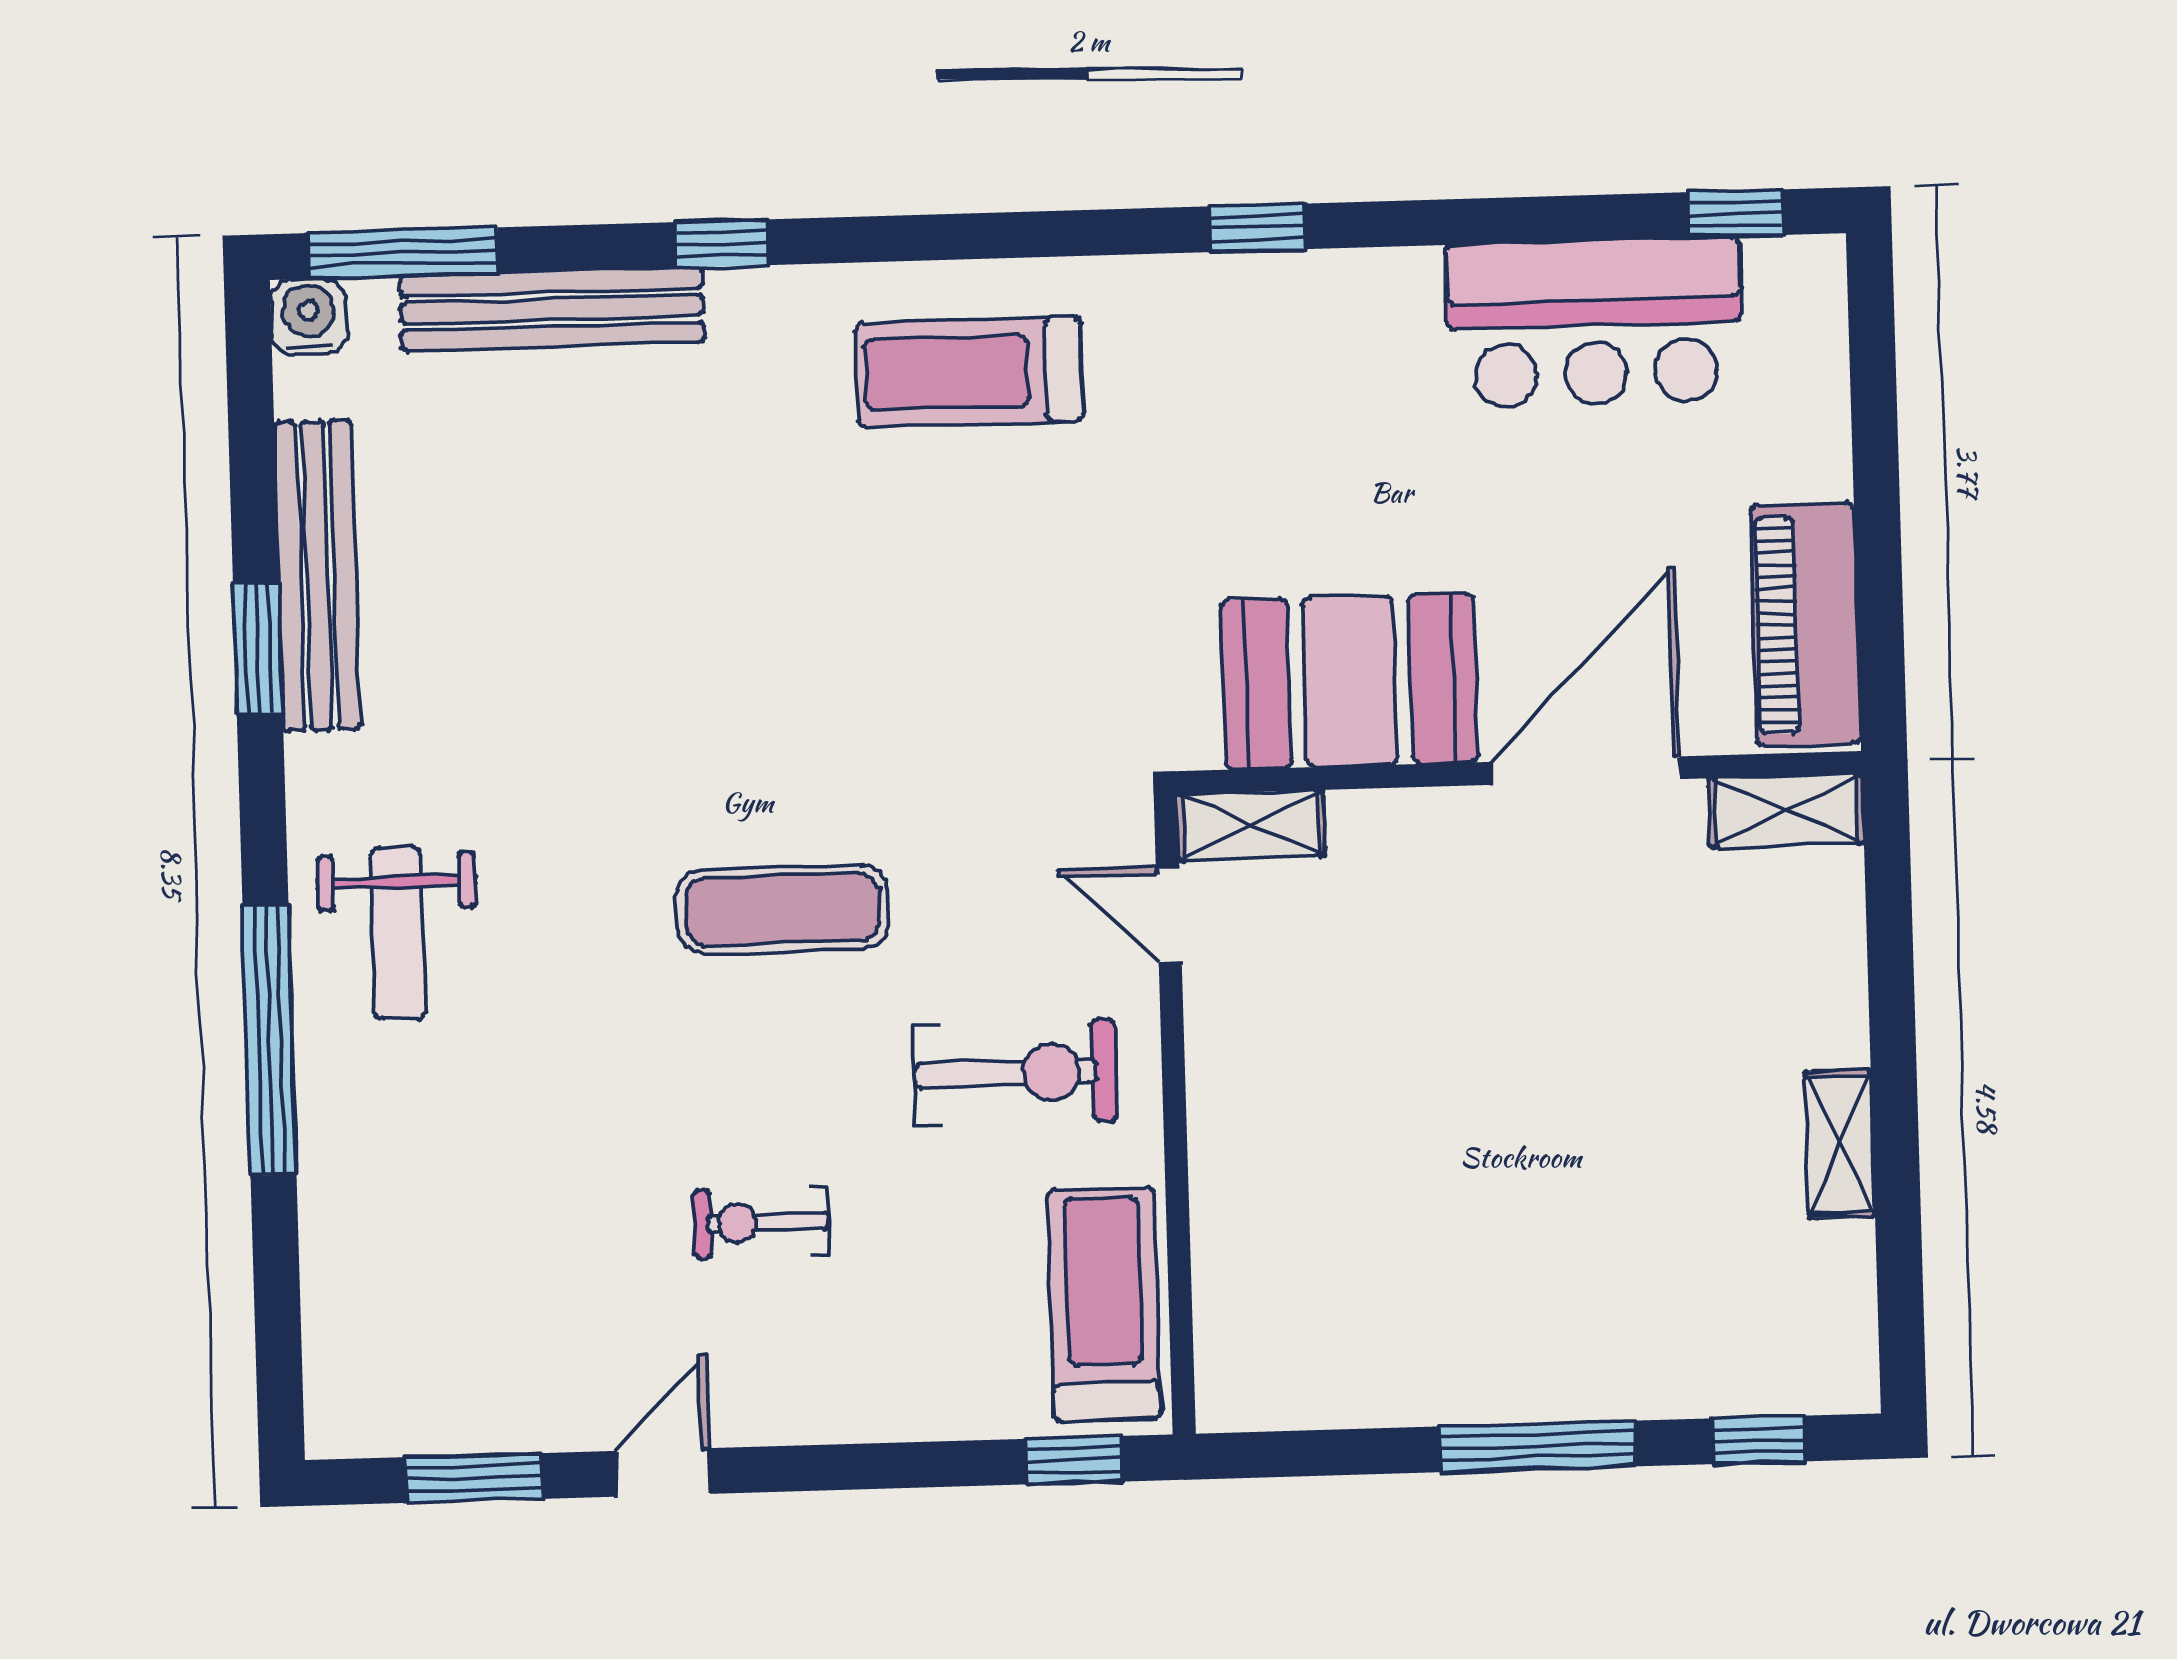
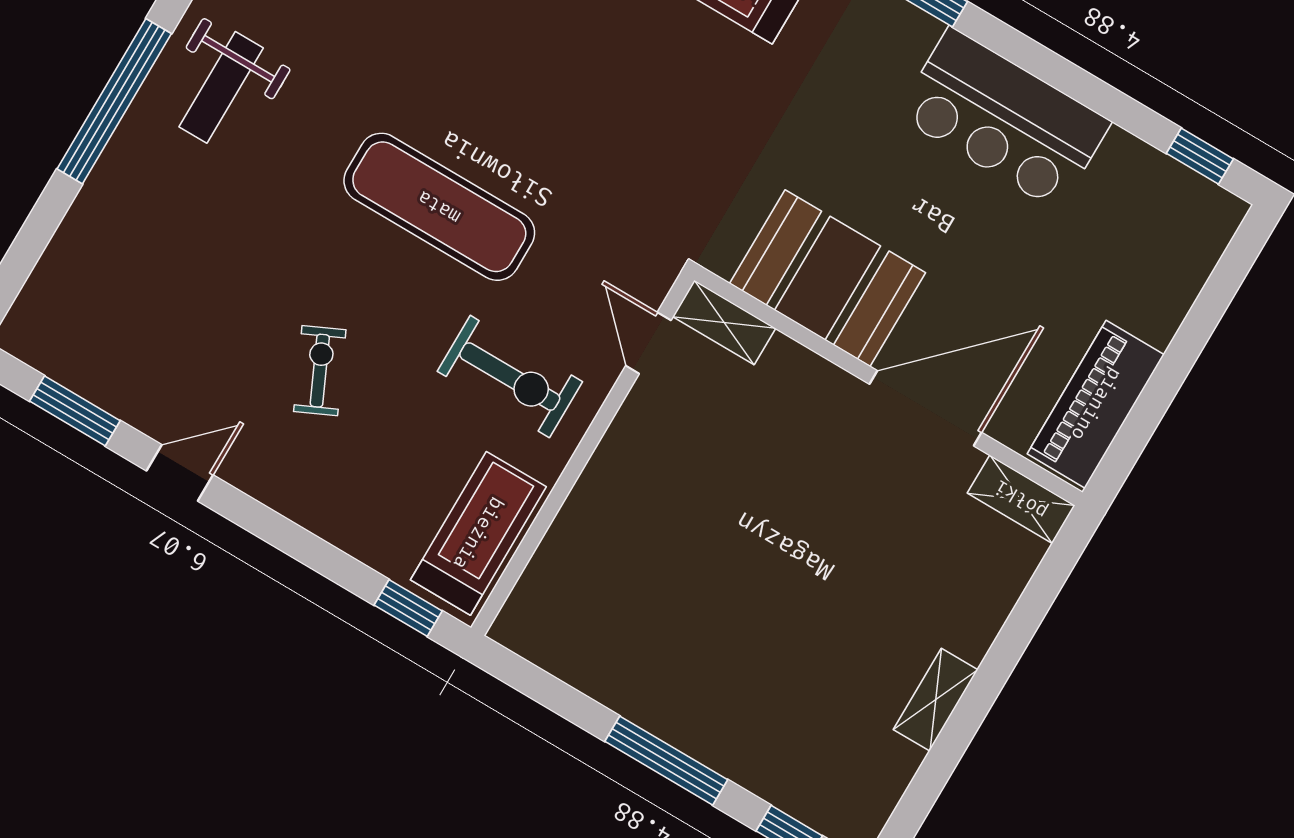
bar counter: (1595, 322) -> (1004, 119), moved
exercise mat: (782, 909) -> (439, 207), width x1.36, depth x1.45
exercise bike: (762, 1223) -> (320, 371), turned 65

